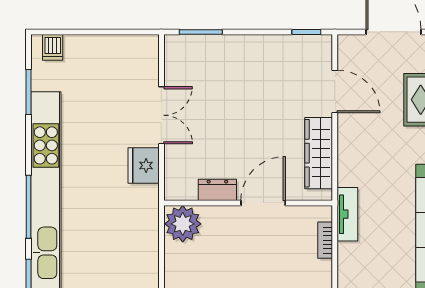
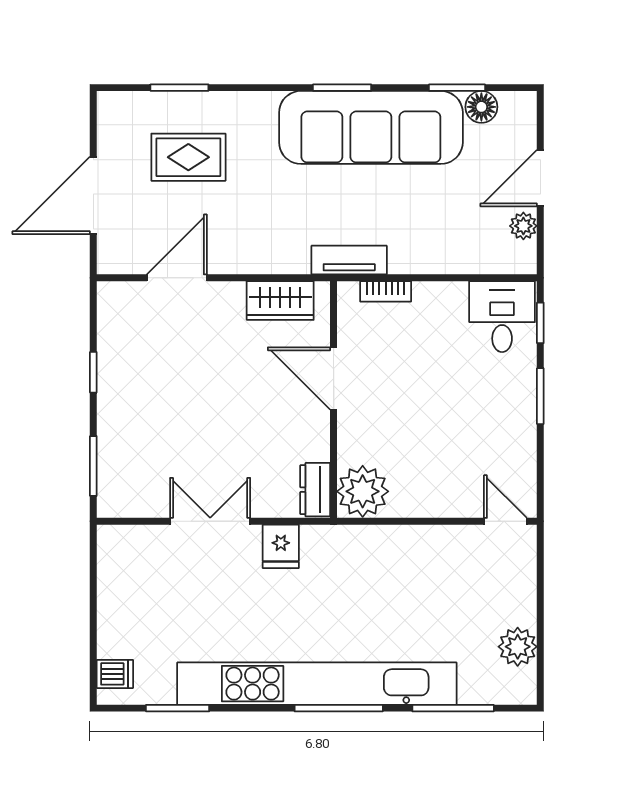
window: (306, 32) -> (93, 372), moved
wardrobe: (319, 153) -> (280, 301), width x0.67
fridge: (144, 165) -> (281, 546), width x0.72
dresser: (217, 190) -> (315, 490), moved

